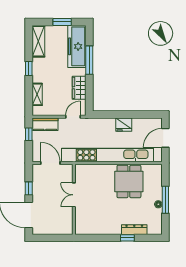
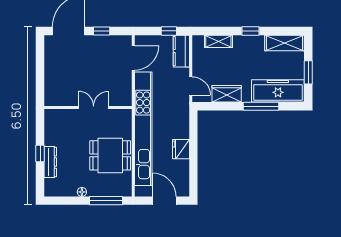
double door: (74, 195) -> (94, 108), moved
wall: (74, 199) -> (88, 108), moved
window: (165, 200) -> (106, 201), moved

